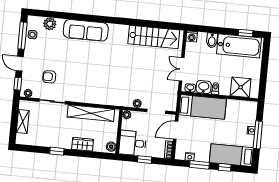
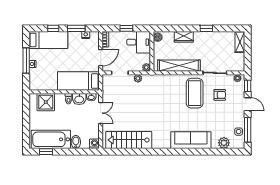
coffee table: (77, 81) -> (195, 93), added
shelving: (23, 121) -> (240, 42), moved

